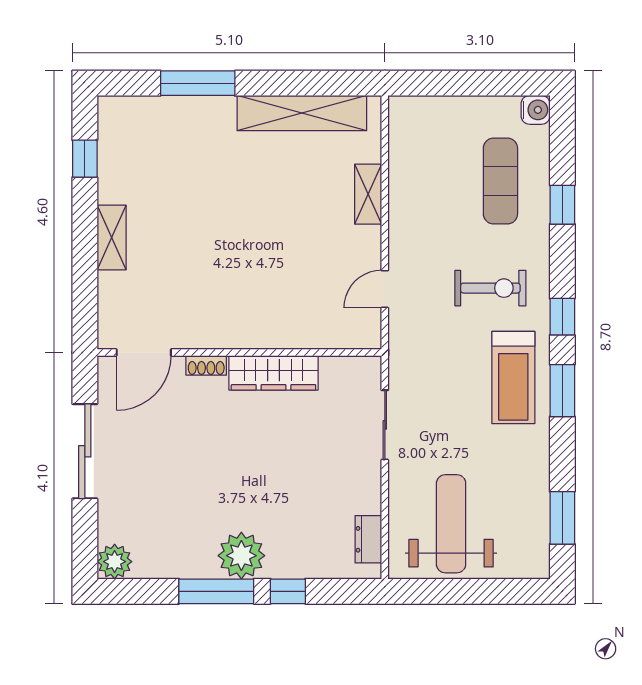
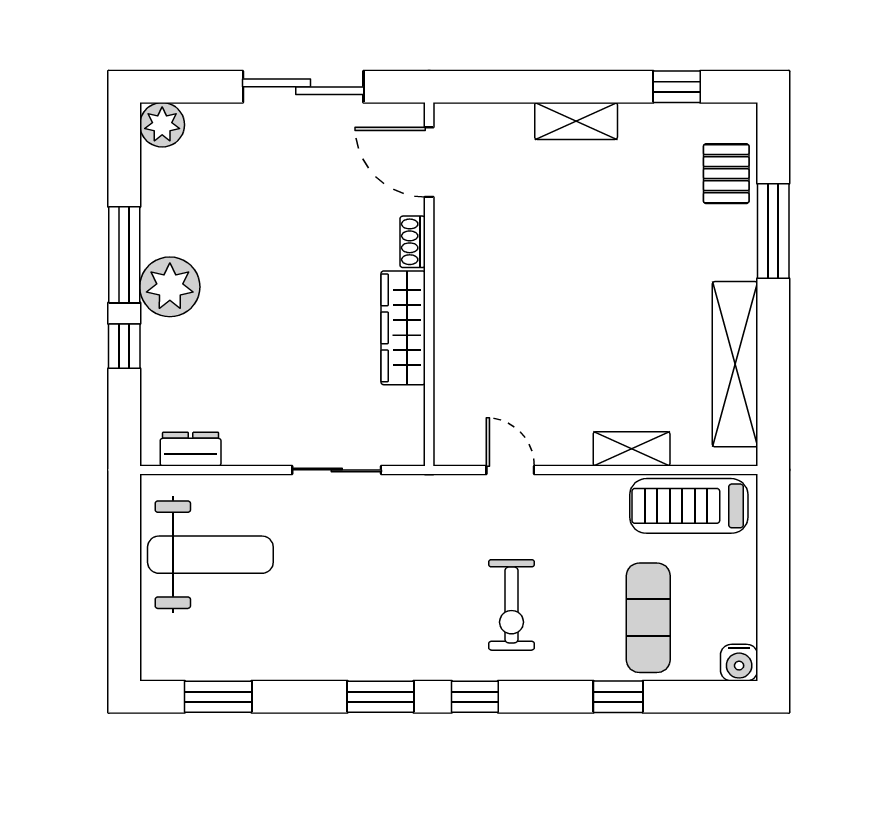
pallet: (153, 120) -> (726, 174), added
exercise mat: (500, 181) -> (648, 618), turned 90
treadmill: (513, 378) -> (689, 506), moved

